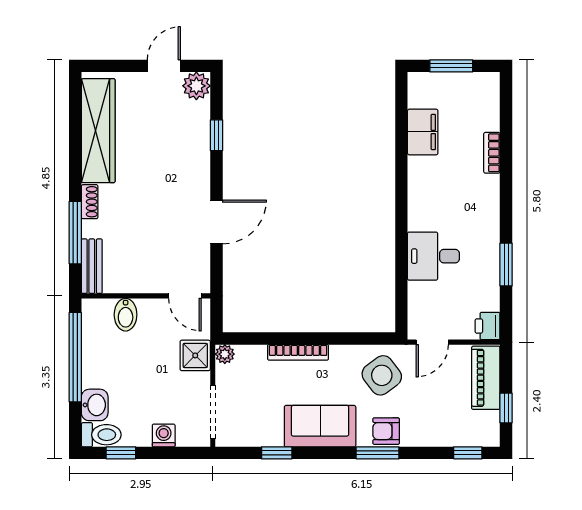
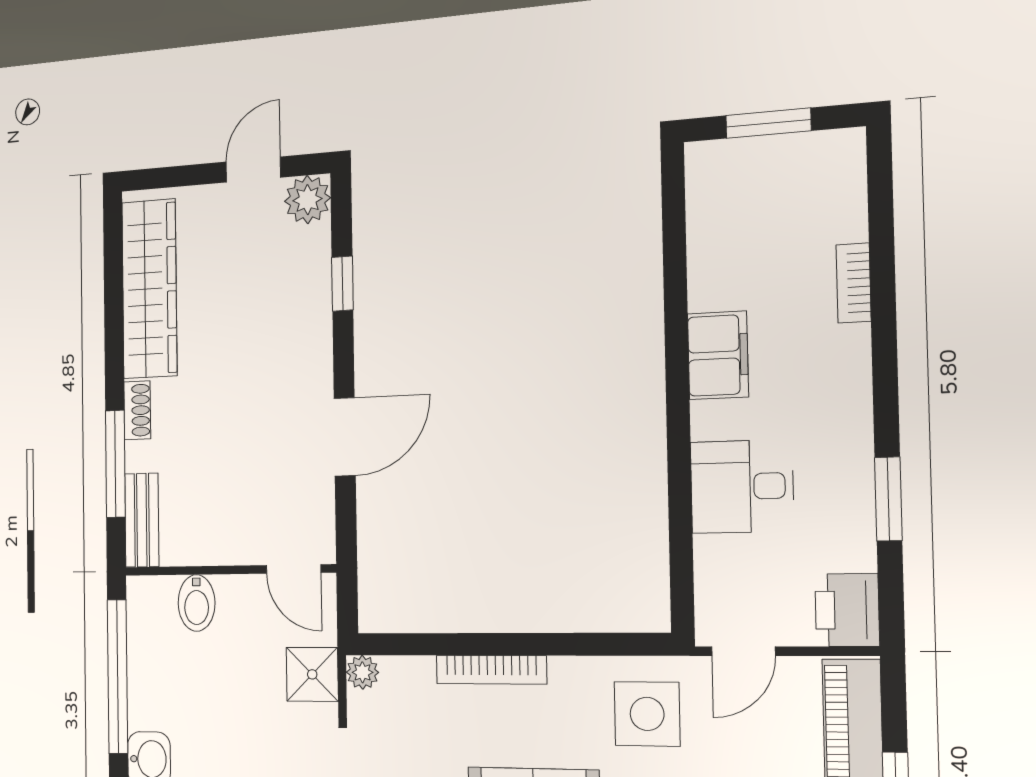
filing cabinet: (423, 132) -> (718, 355), moved
printer: (488, 326) -> (847, 610), width x1.36, depth x1.24
side table: (382, 375) -> (647, 714), turned 37

